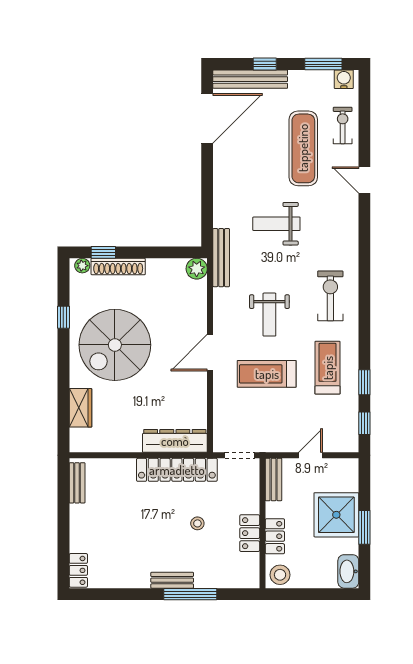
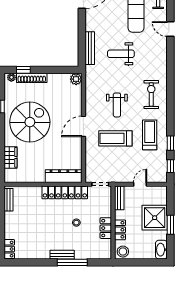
bench: (221, 258) -> (90, 48), moved
spiral stairs: (115, 345) -> (30, 122), turned 180

